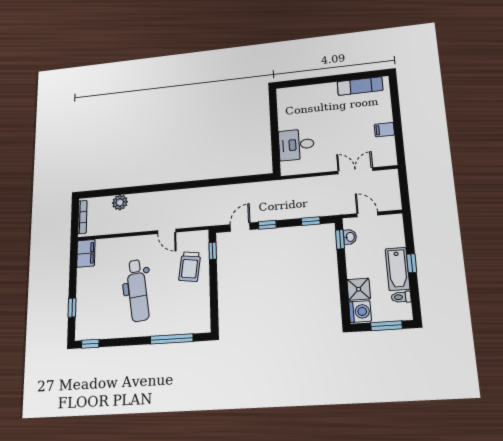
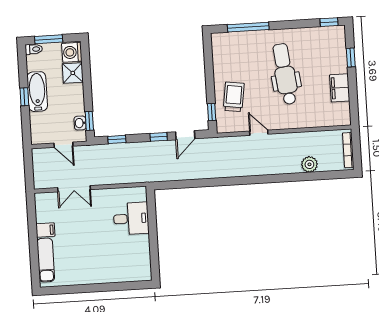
exam couch: (360, 86) -> (46, 260), moved, turned 90
filing cabinet: (86, 253) -> (340, 88), moved
toilet: (401, 297) -> (34, 49), moved

